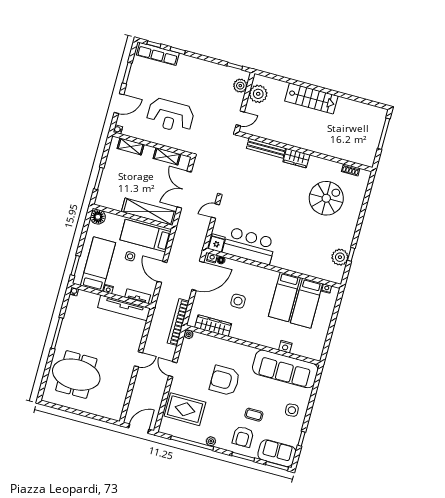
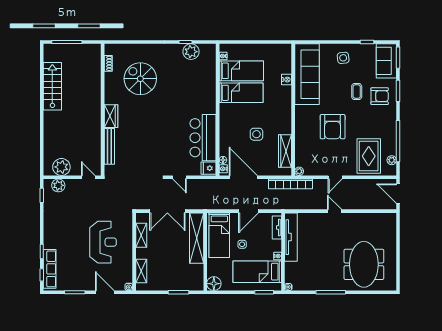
stairs: (311, 98) -> (52, 86), moved
plant: (211, 441) -> (392, 160), moved

